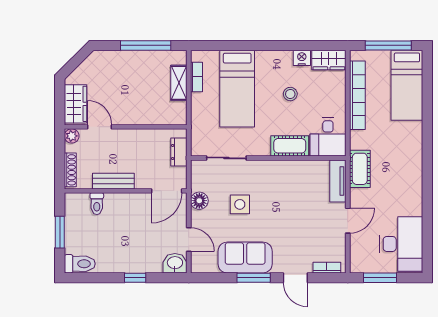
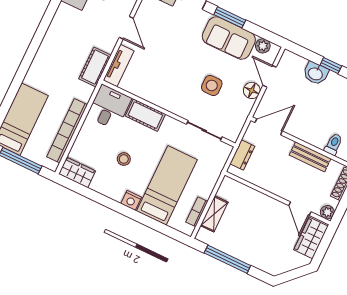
nightstand: (302, 58) -> (131, 200), moved
floor lamp: (199, 201) -> (252, 90), moved
door: (348, 221) -> (126, 28), swing flipped
washbasin: (175, 263) -> (316, 73), moved
plant: (209, 265) -> (263, 46), added

